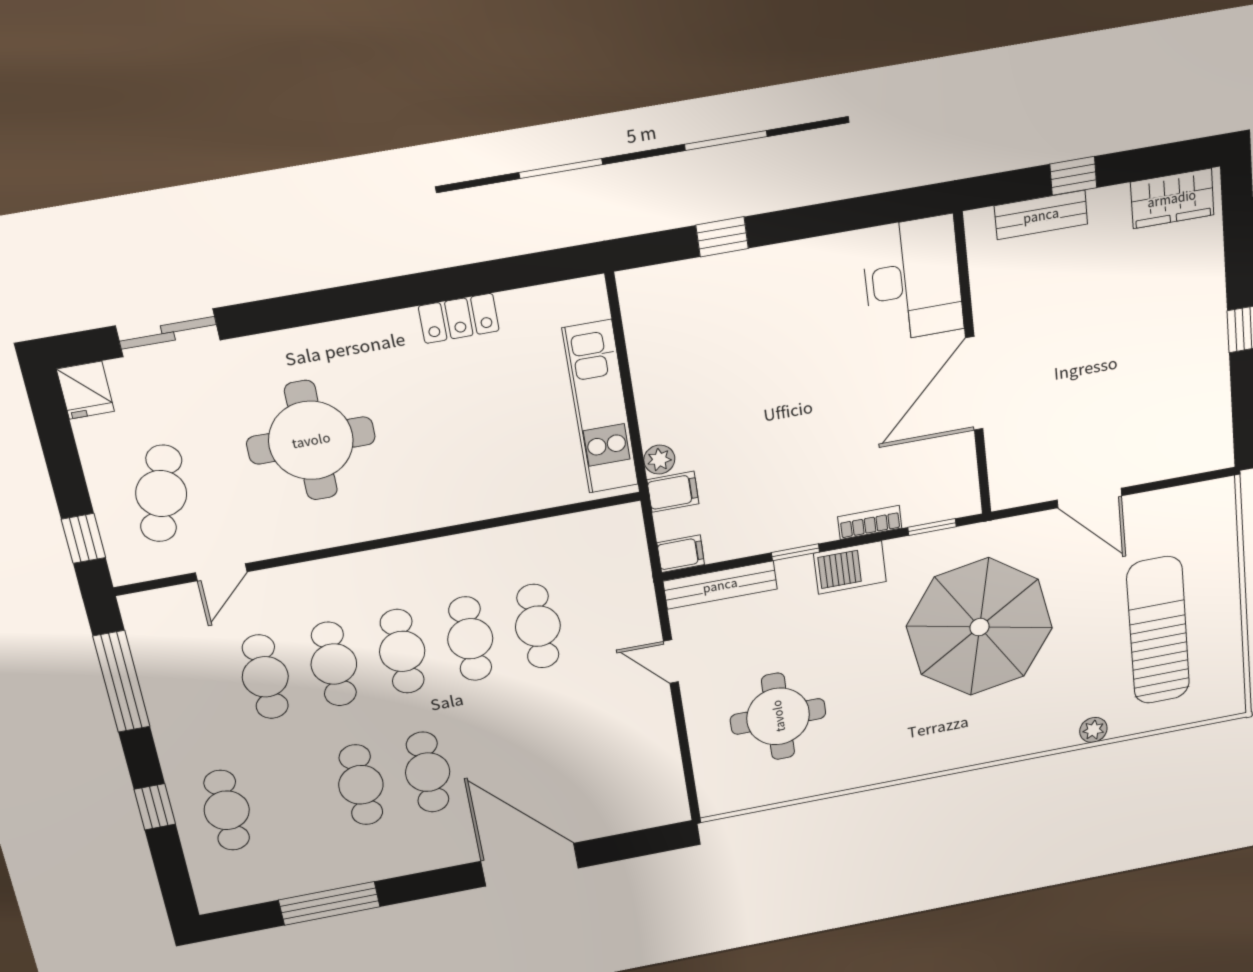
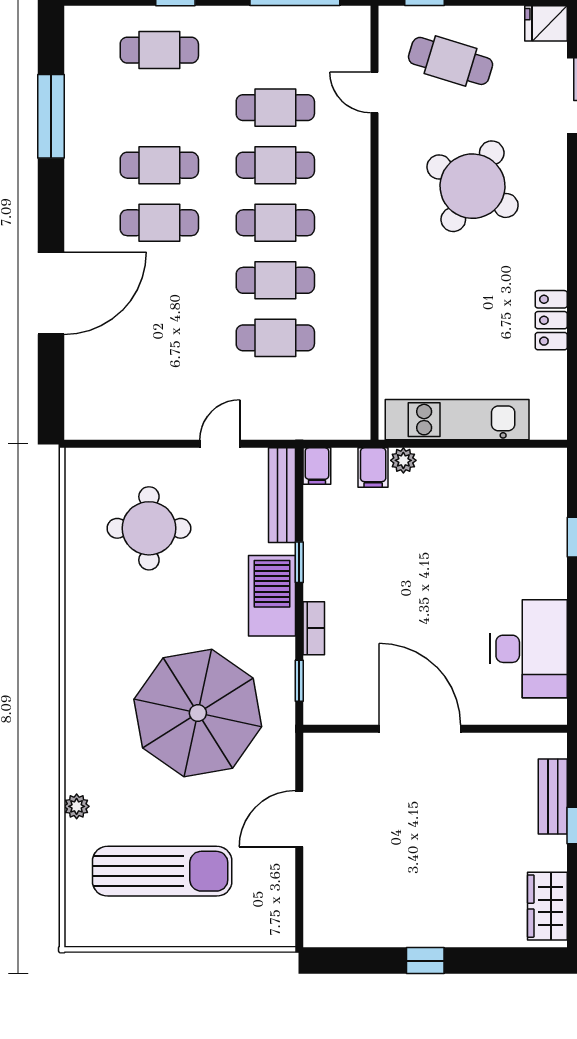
desk: (913, 279) -> (529, 649), moved, turned -90
round table: (311, 440) -> (473, 186), turned 30
barbecue: (850, 568) -> (272, 596), width x1.37, depth x1.21

